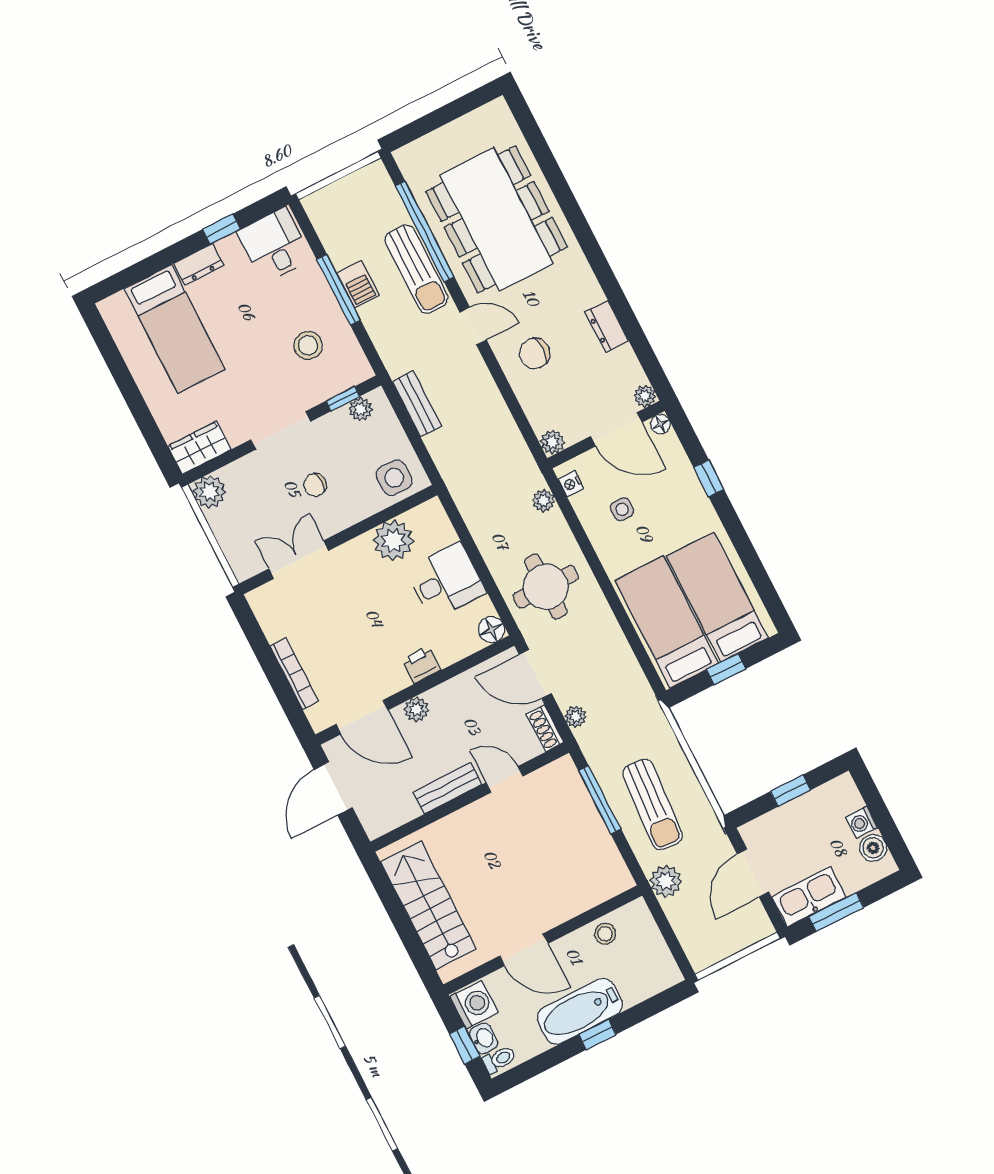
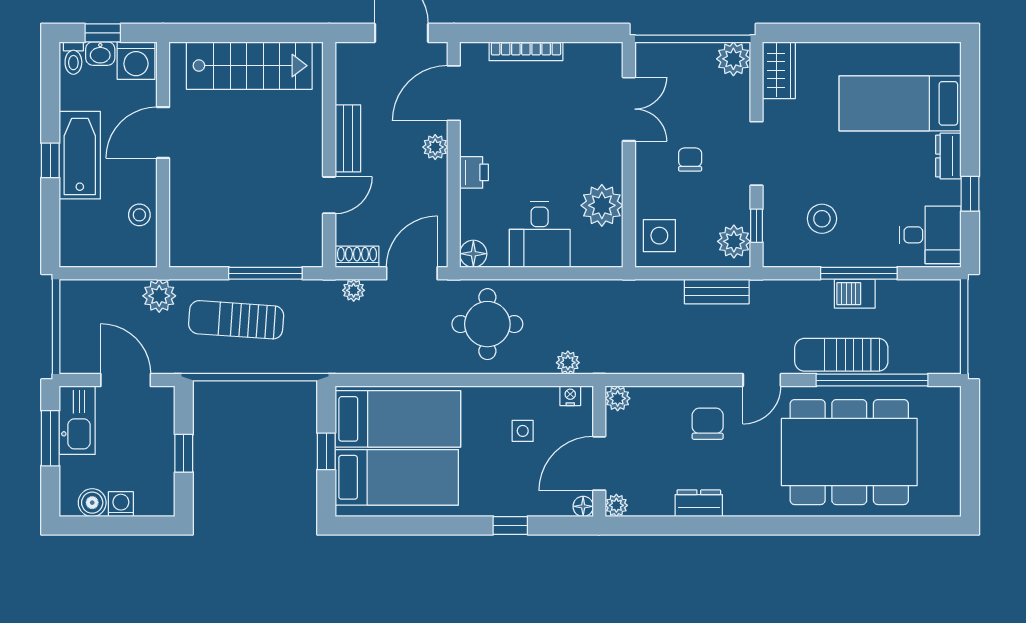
plant: (360, 409) -> (734, 241), width x1.38, depth x1.38

